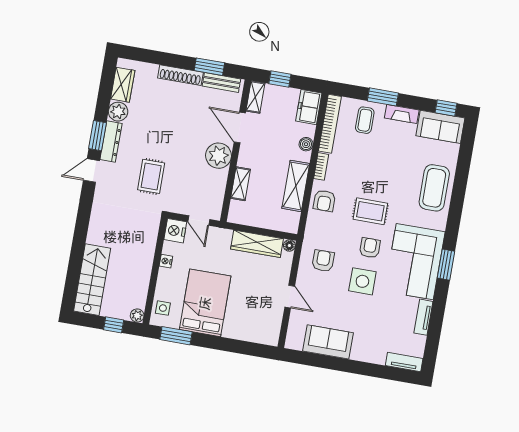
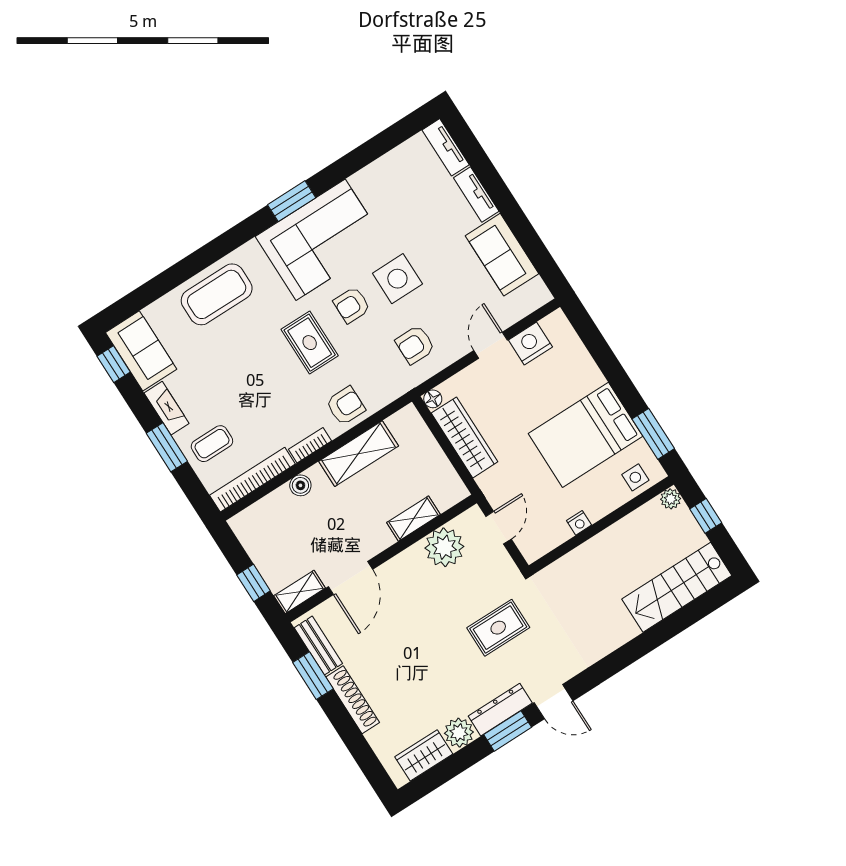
freezer: (309, 107) -> (255, 521), removed
plant: (219, 156) -> (444, 547), moved
nightstand: (175, 231) -> (530, 344), moved, turned 180
tv unit: (423, 317) -> (476, 195), moved, turned 90

